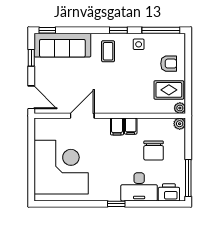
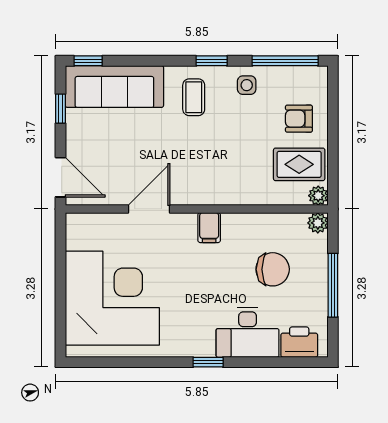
armchair: (169, 64) -> (299, 119), turned 180
filing cabinet: (131, 126) -> (233, 227), removed
chair: (154, 150) -> (273, 269), turned -90
window: (188, 178) -> (333, 285), moved

